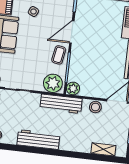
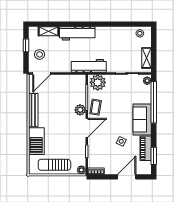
plant: (73, 88) -> (80, 110), moved
stool: (95, 107) -> (40, 54), moved
workbench: (38, 140) -> (77, 33), moved

